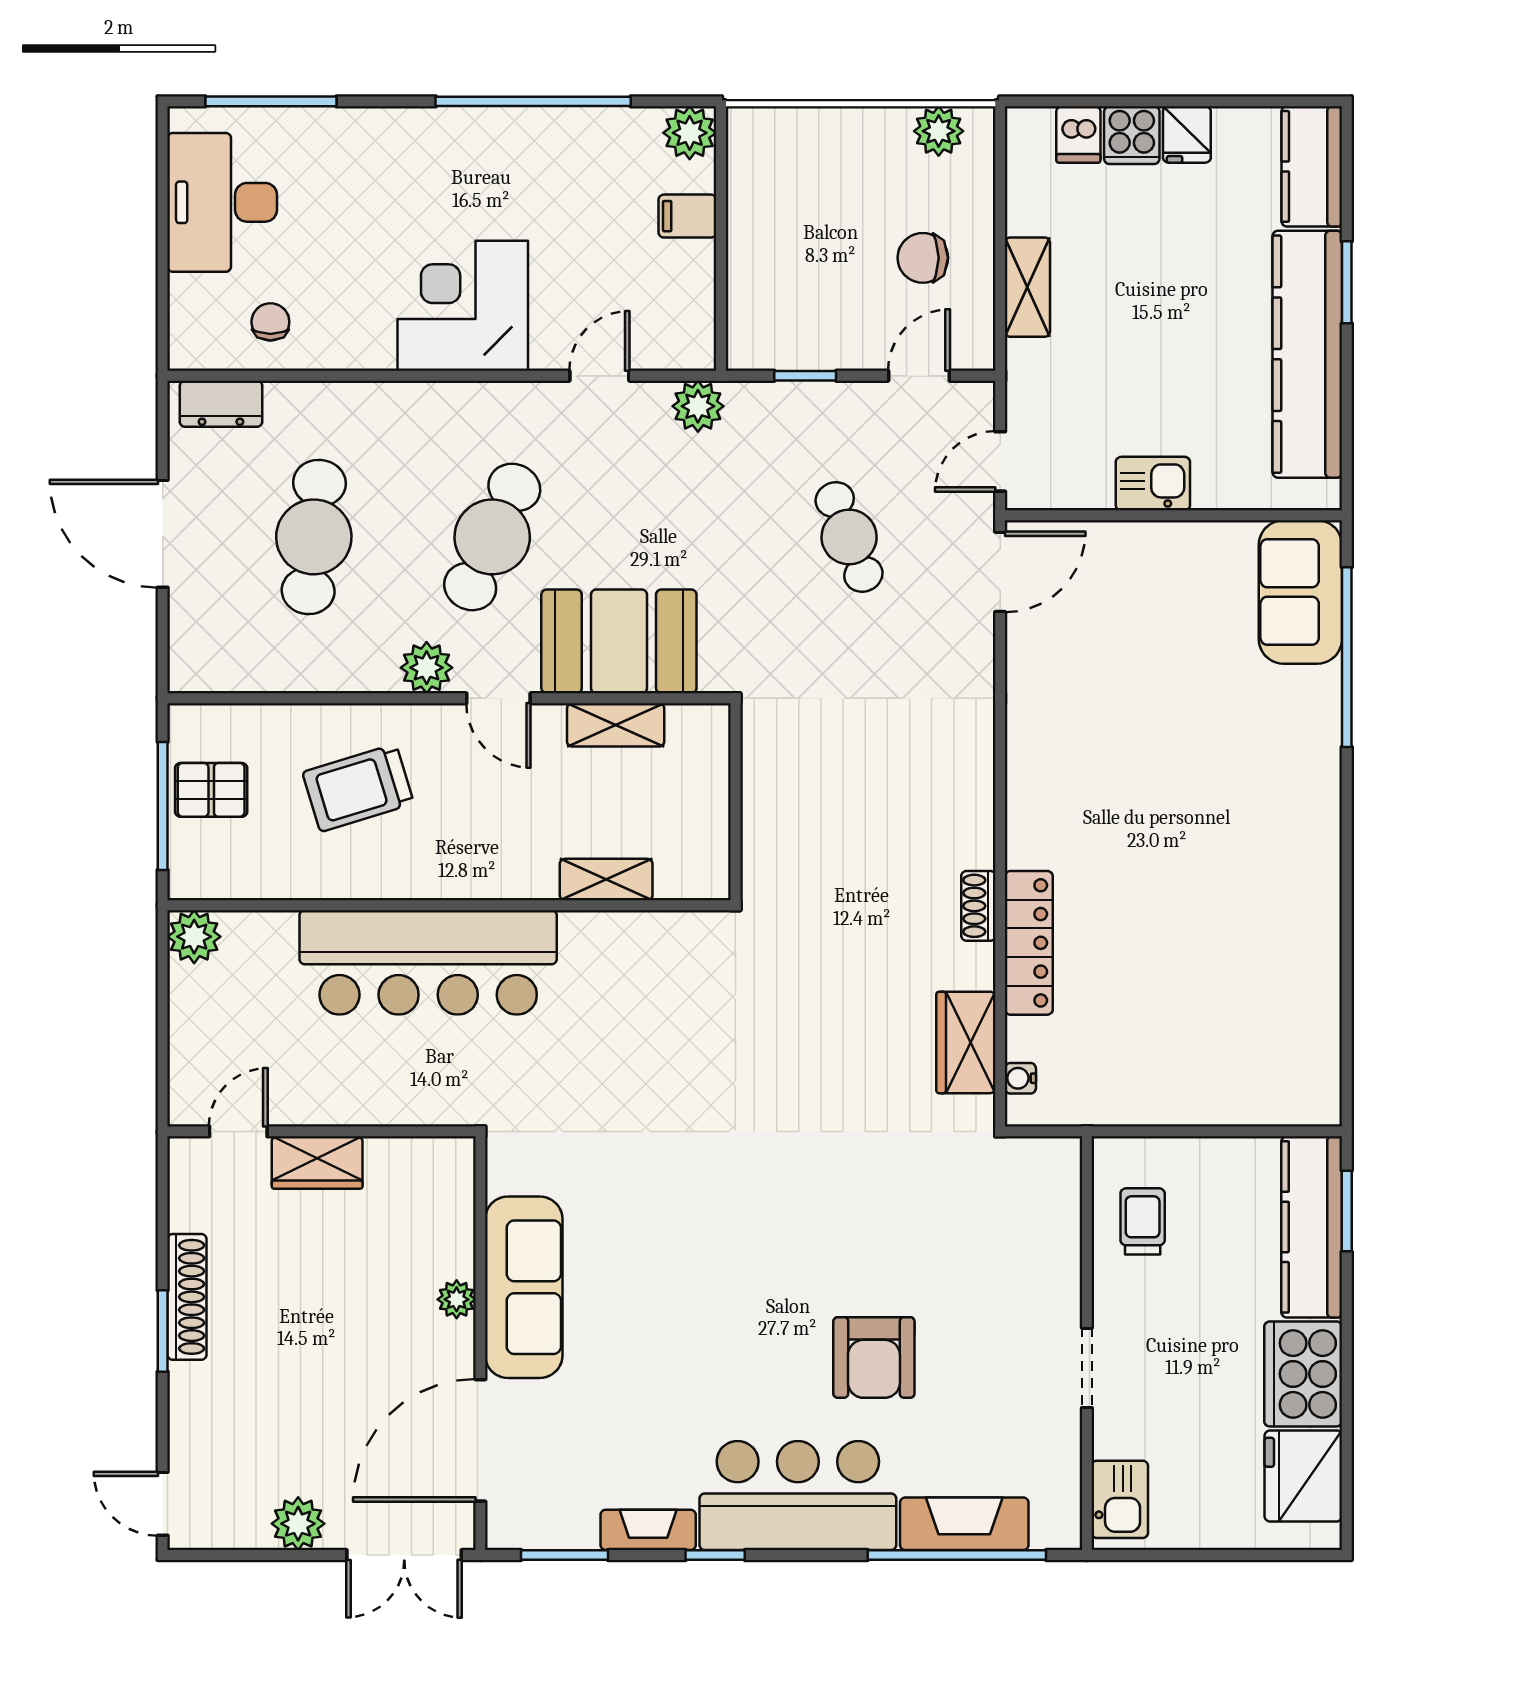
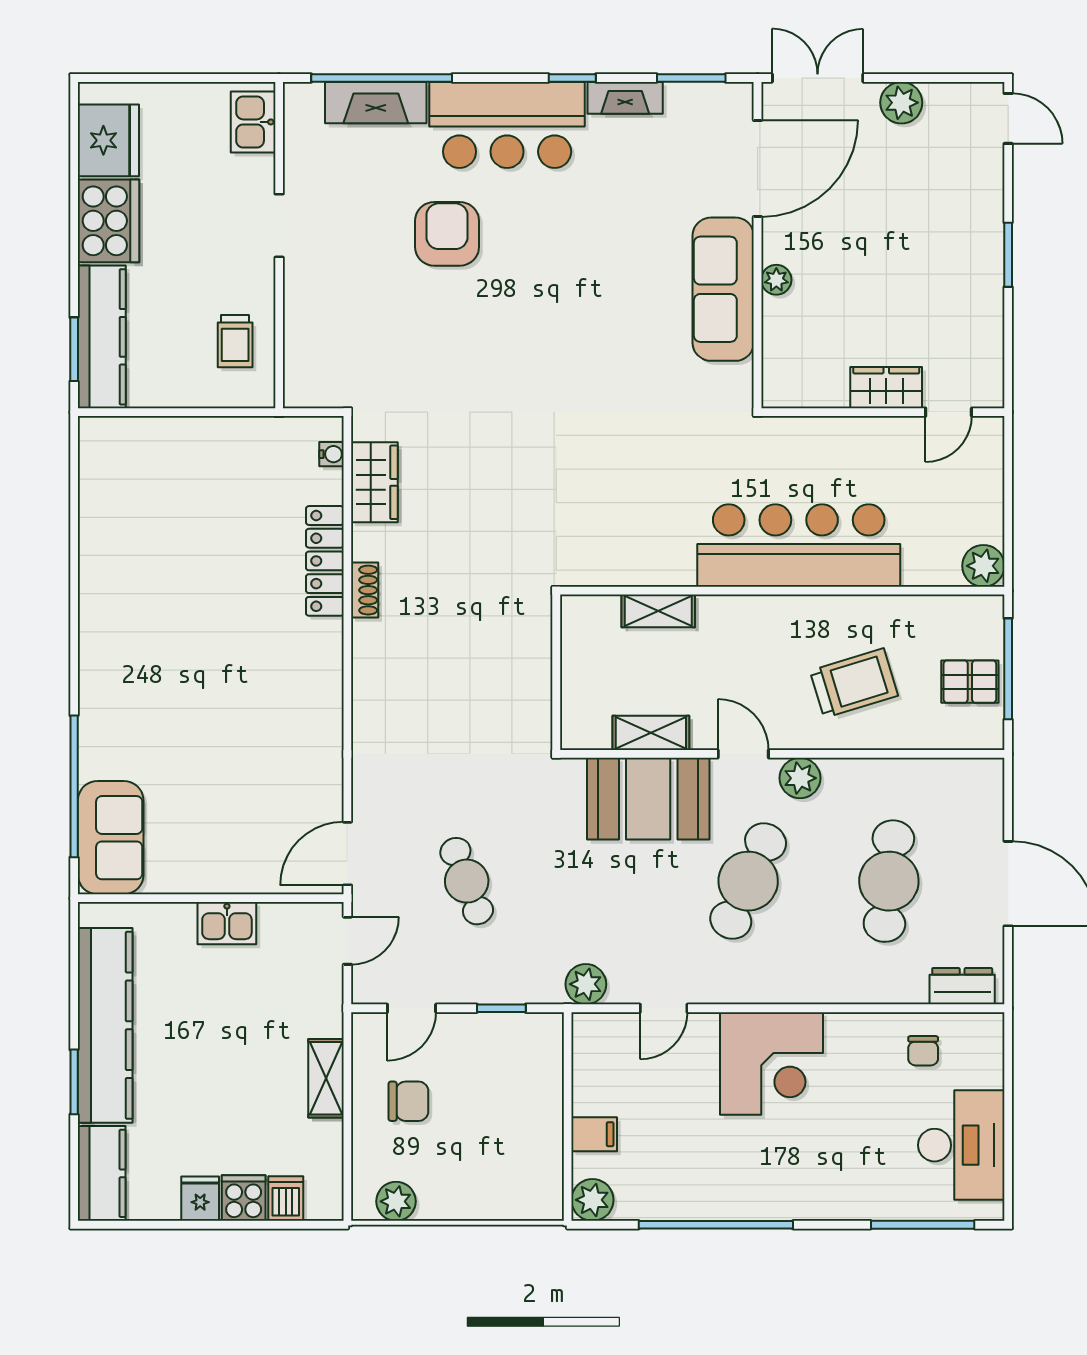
shoe rack: (187, 1297) -> (989, 282), removed

